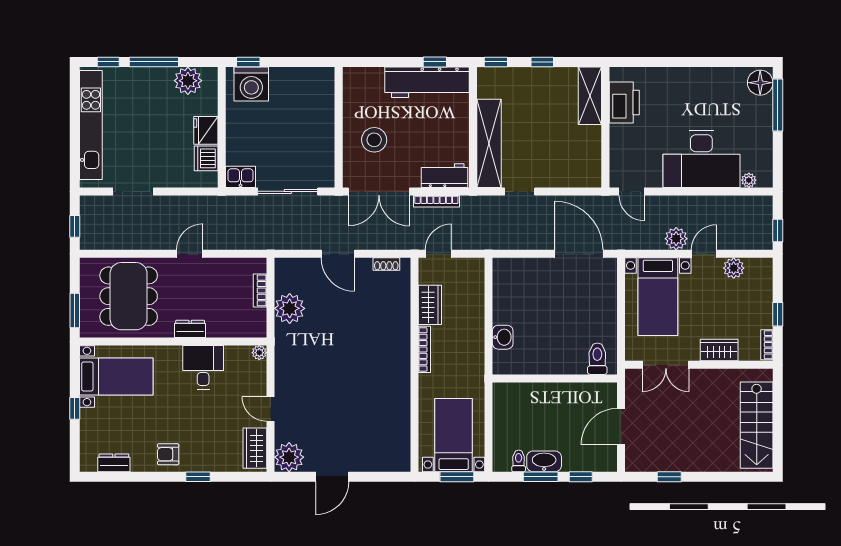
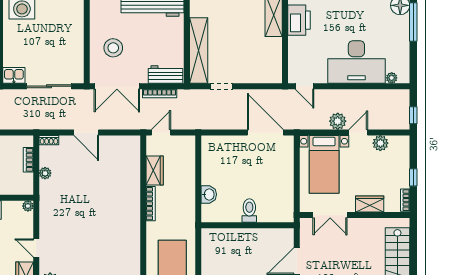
shoe rack: (386, 264) -> (49, 140), moved
plant: (290, 308) -> (45, 173), width x0.53, depth x0.53
toilet: (597, 359) -> (249, 210), moved

